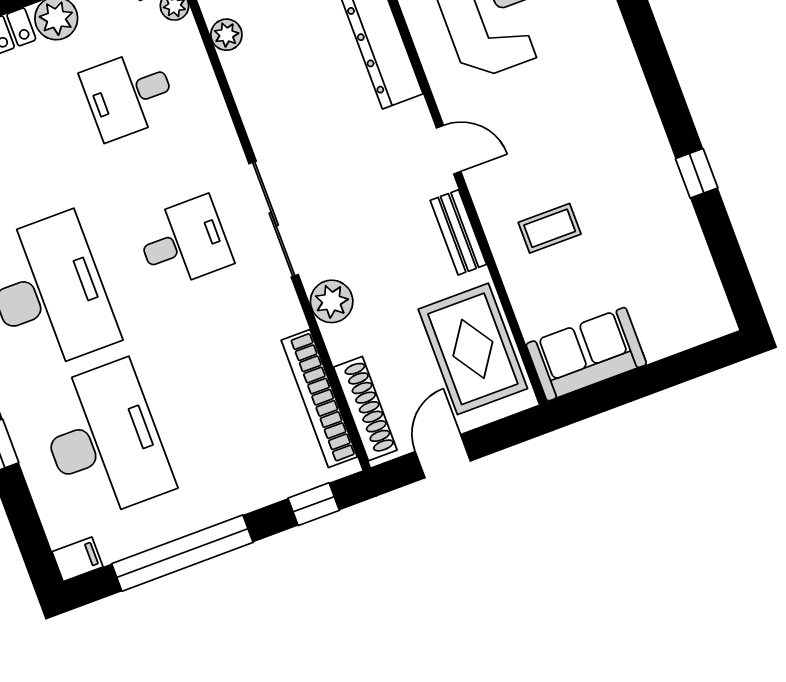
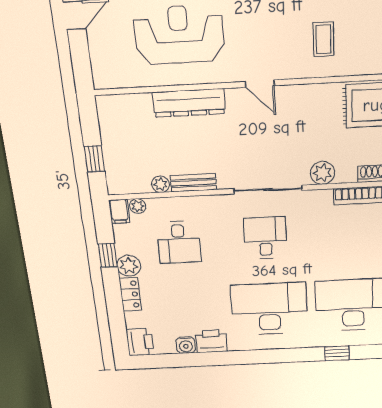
door: (449, 150) -> (260, 84), swing flipped
bench: (458, 232) -> (193, 183), moved

